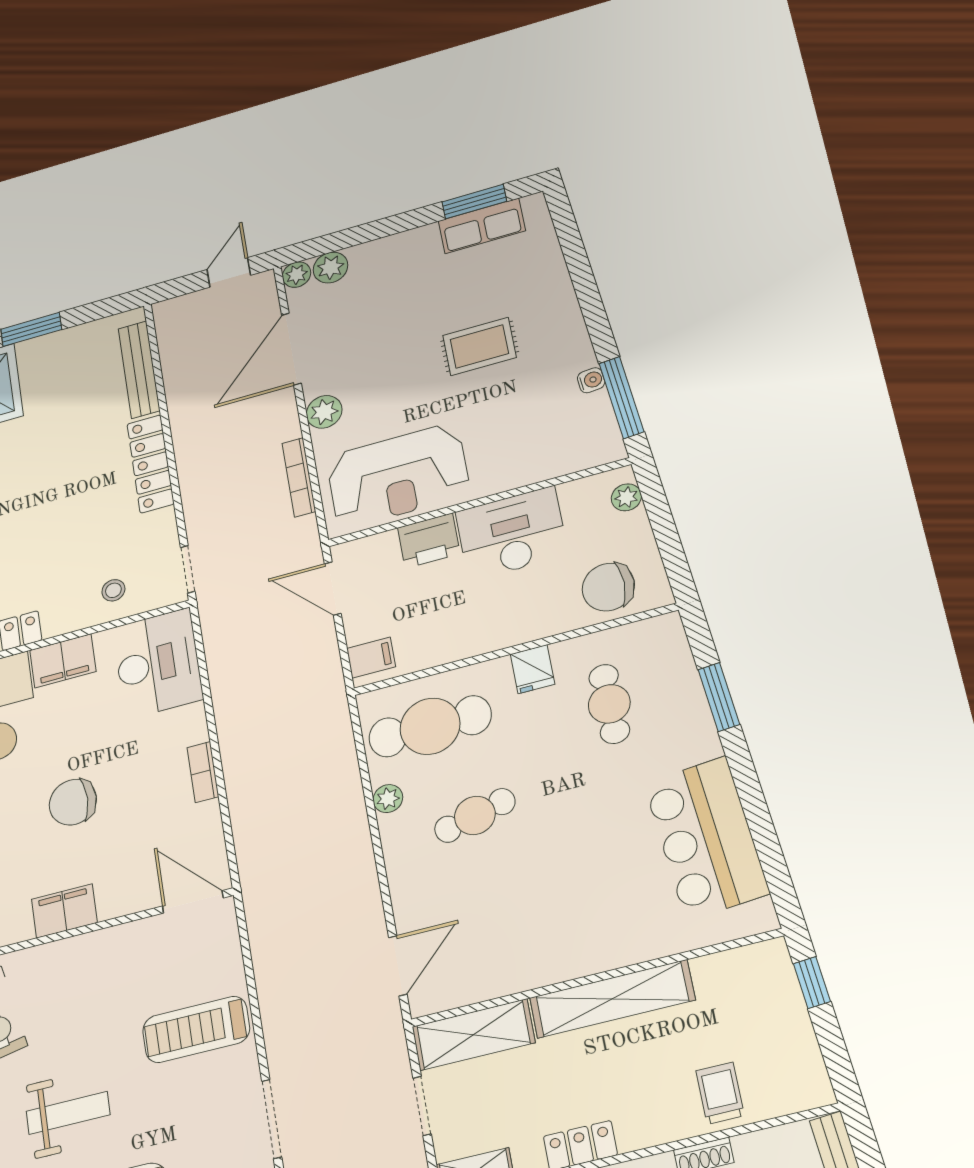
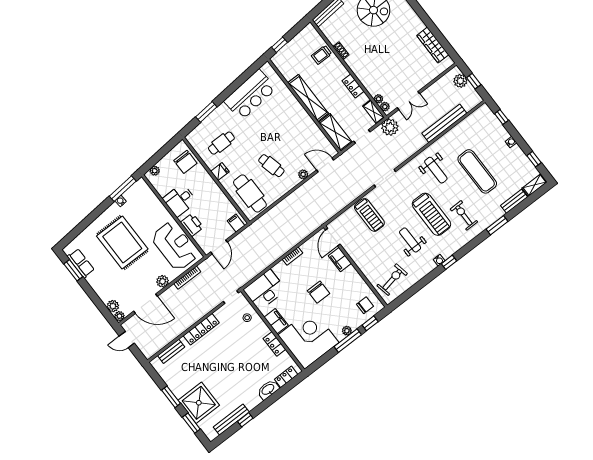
rug: (479, 346) -> (122, 243), width x1.86, depth x2.06
bench: (139, 370) -> (171, 351), width x0.73
desk: (512, 533) -> (180, 200), width x0.73
plant: (388, 799) -> (303, 174), moved
filing cabinet: (64, 911) -> (340, 260), moved

